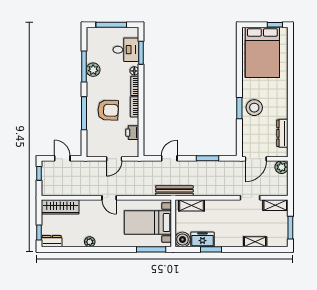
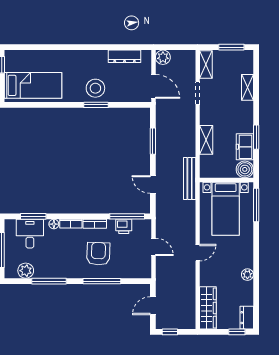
bed: (262, 52) -> (33, 85), width x0.67
plant: (93, 70) -> (26, 271), moved
window: (141, 136) -> (127, 216), added
shelving: (191, 205) -> (206, 140), moved

